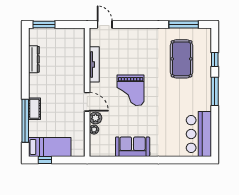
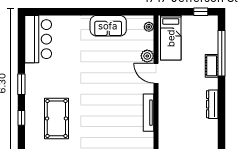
dresser: (34, 59) -> (212, 104), moved
grand piano: (131, 90) -> (110, 85), removed
window: (215, 91) -> (21, 84), width x0.69
plant: (94, 130) -> (149, 27), moved
bed: (50, 147) -> (171, 38), moved, turned -90

